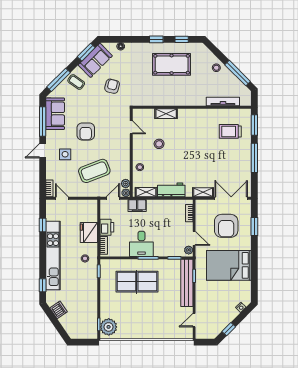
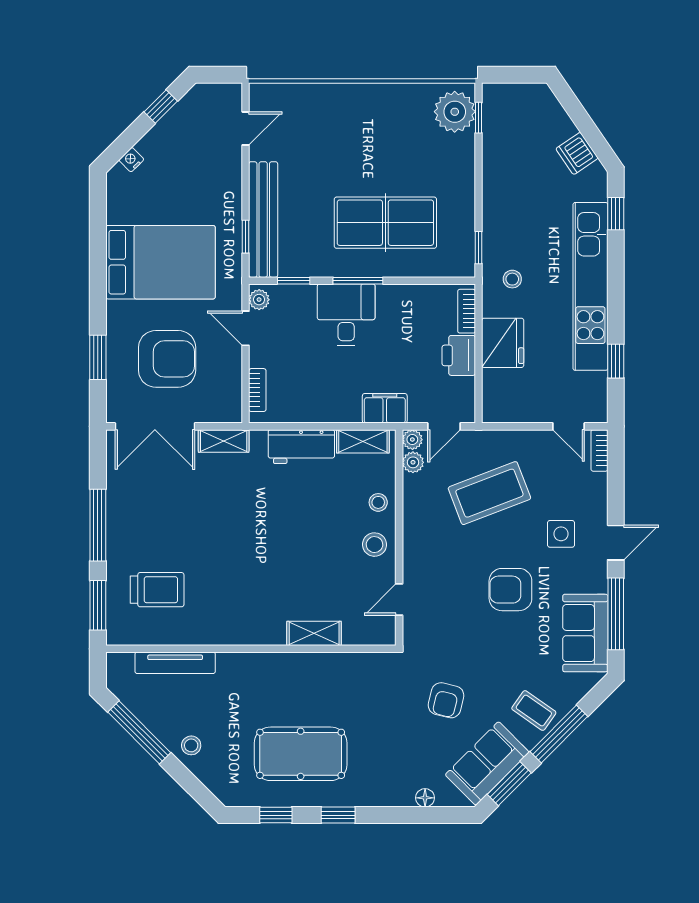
window: (59, 80) -> (559, 734), moved
door: (131, 127) -> (399, 599), hinge flipped
armchair: (86, 131) -> (510, 590), turned -90
stool: (159, 144) -> (375, 545), moved
armchair: (226, 226) -> (167, 359), turned 90
desk: (141, 244) -> (346, 315), moved

